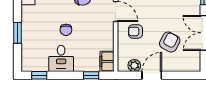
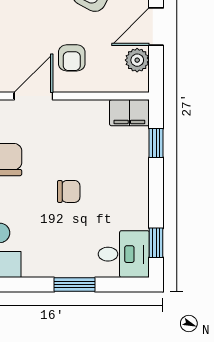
desk: (61, 58) -> (124, 254), moved
door: (152, 75) -> (156, 27), hinge flipped

